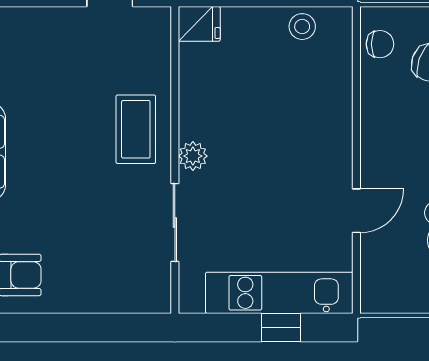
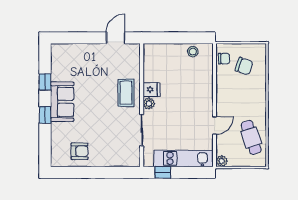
fridge: (199, 24) -> (151, 90), moved
plant: (374, 299) -> (222, 161), added
window: (281, 327) -> (163, 172), moved

